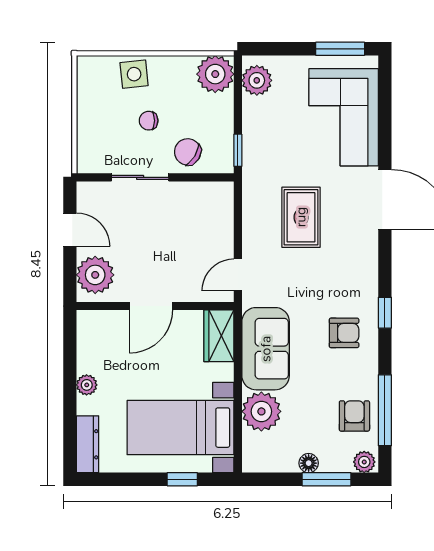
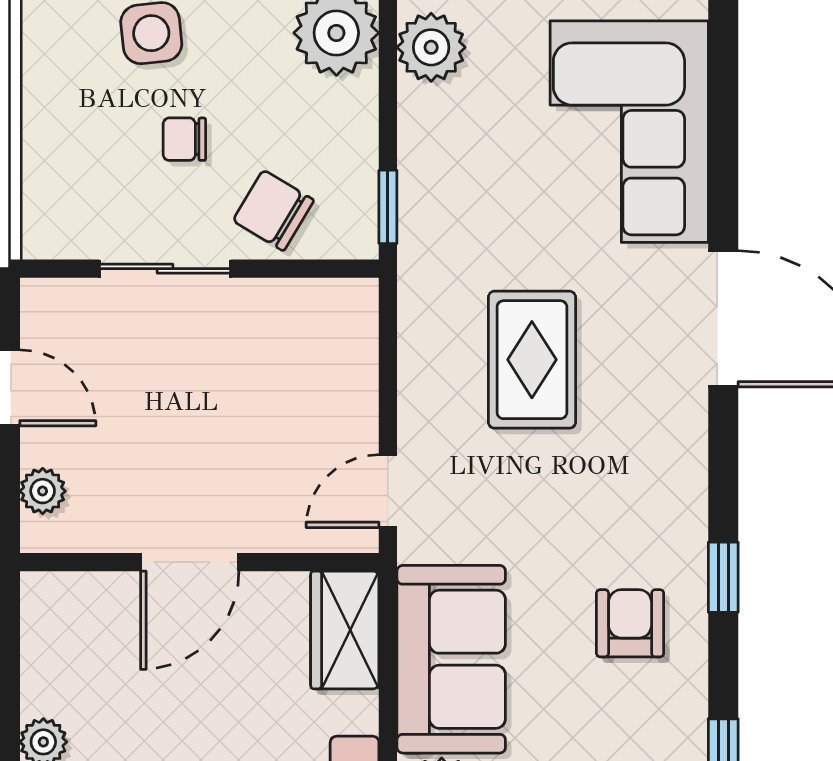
plant: (95, 275) -> (43, 491), width x0.53, depth x0.53
armchair: (344, 333) -> (630, 623), turned -90

